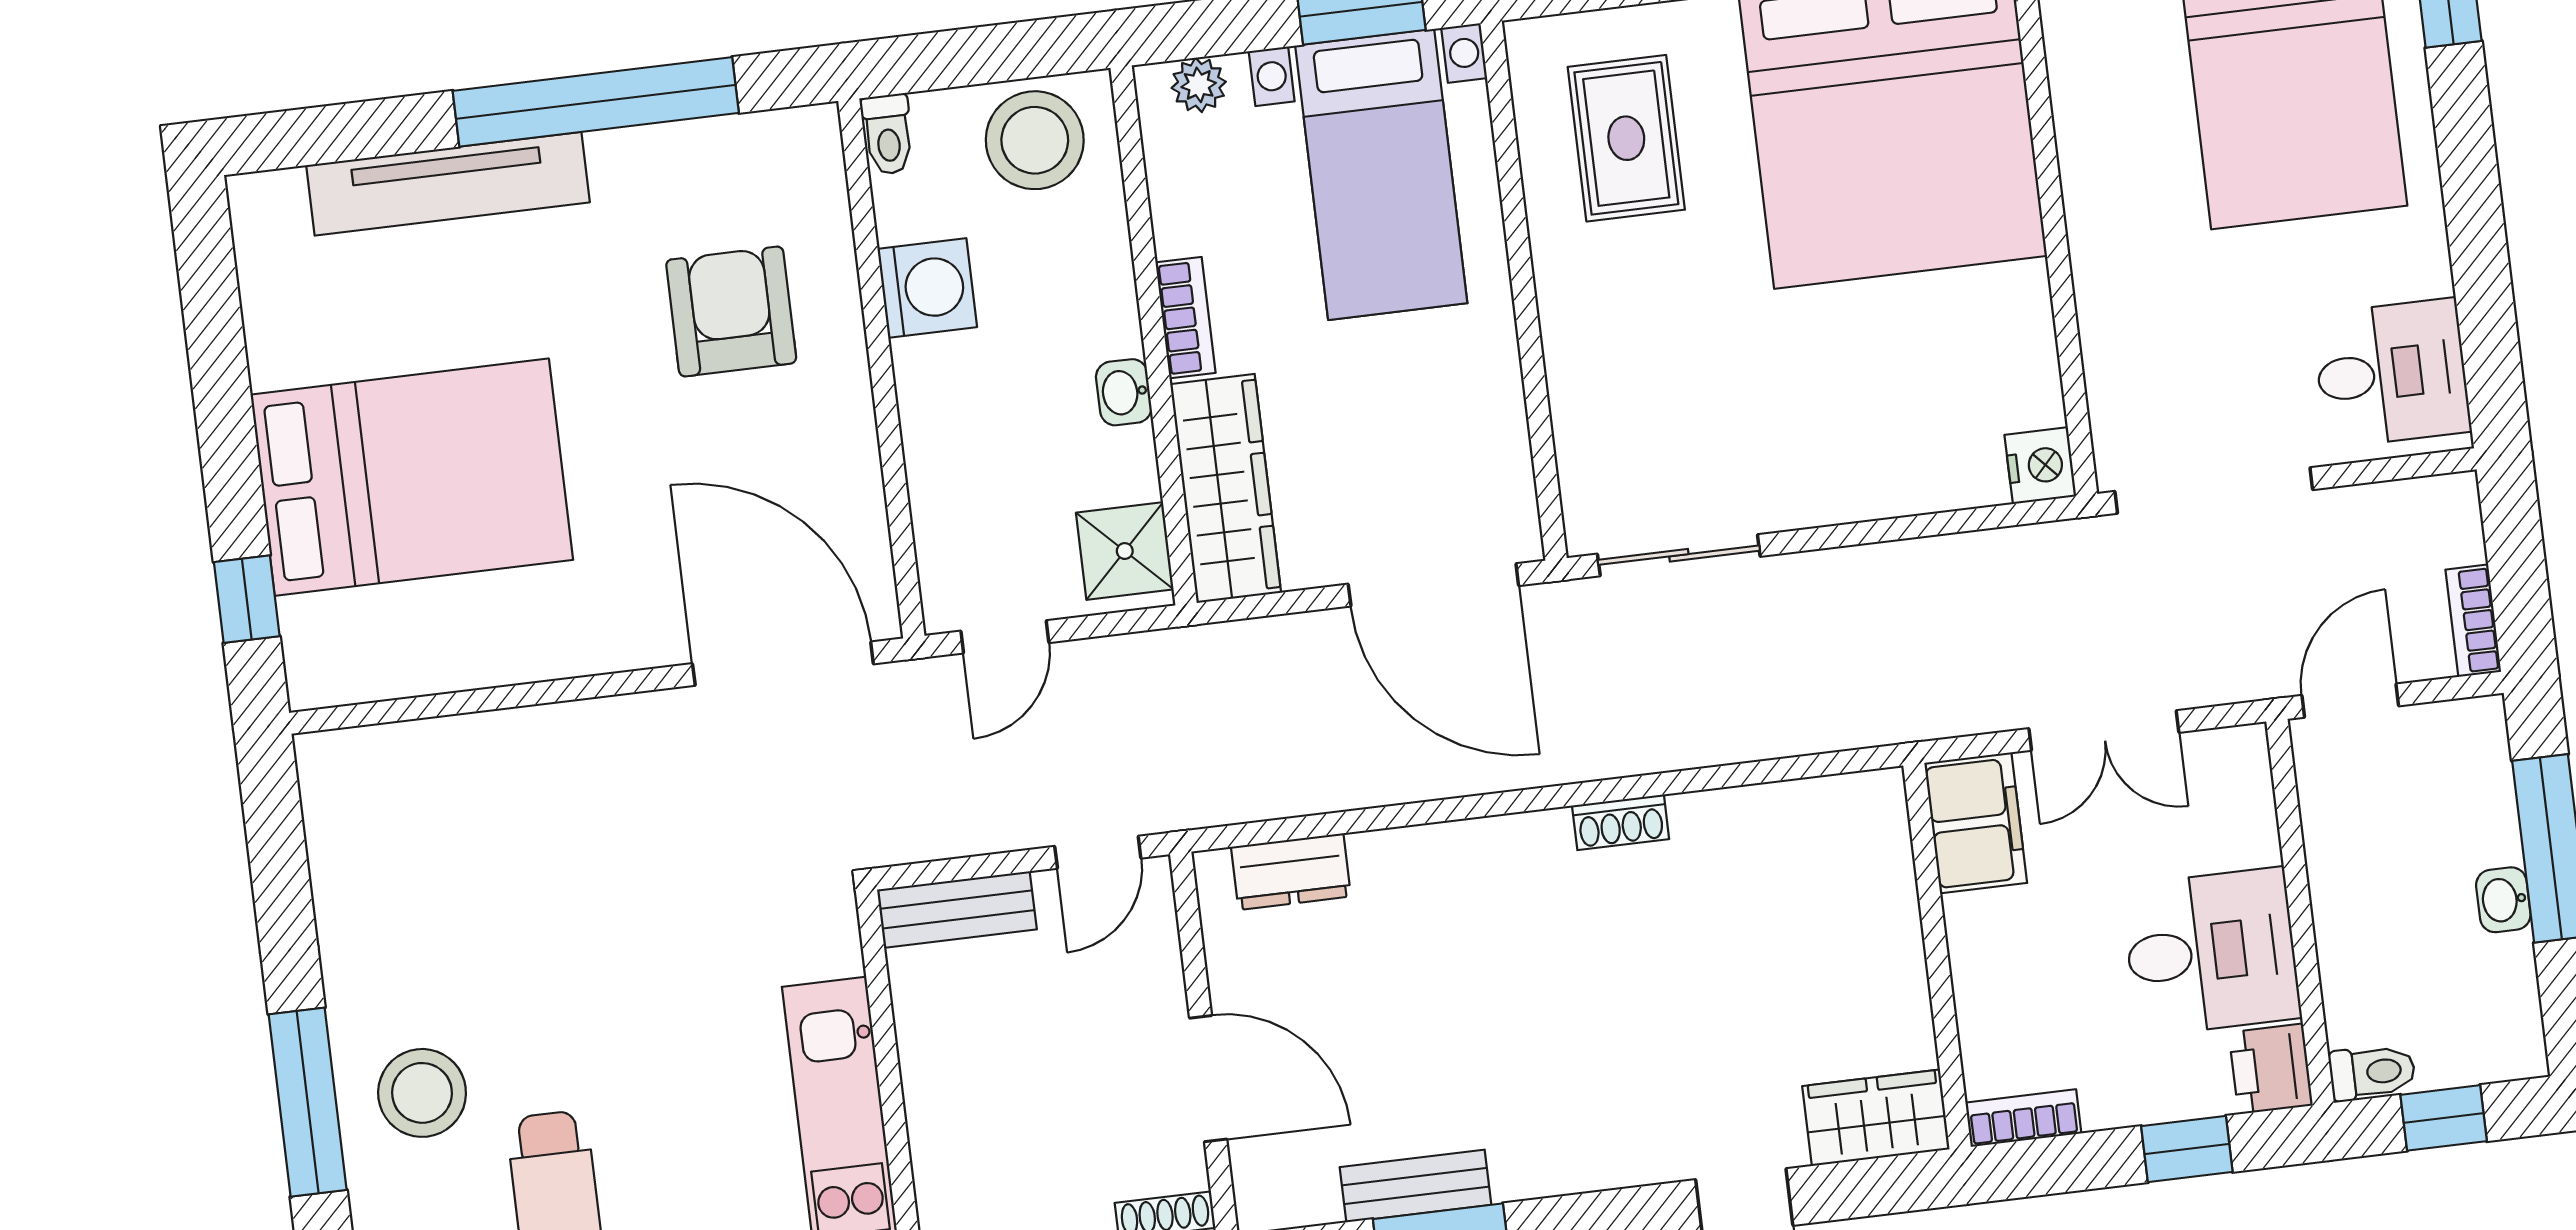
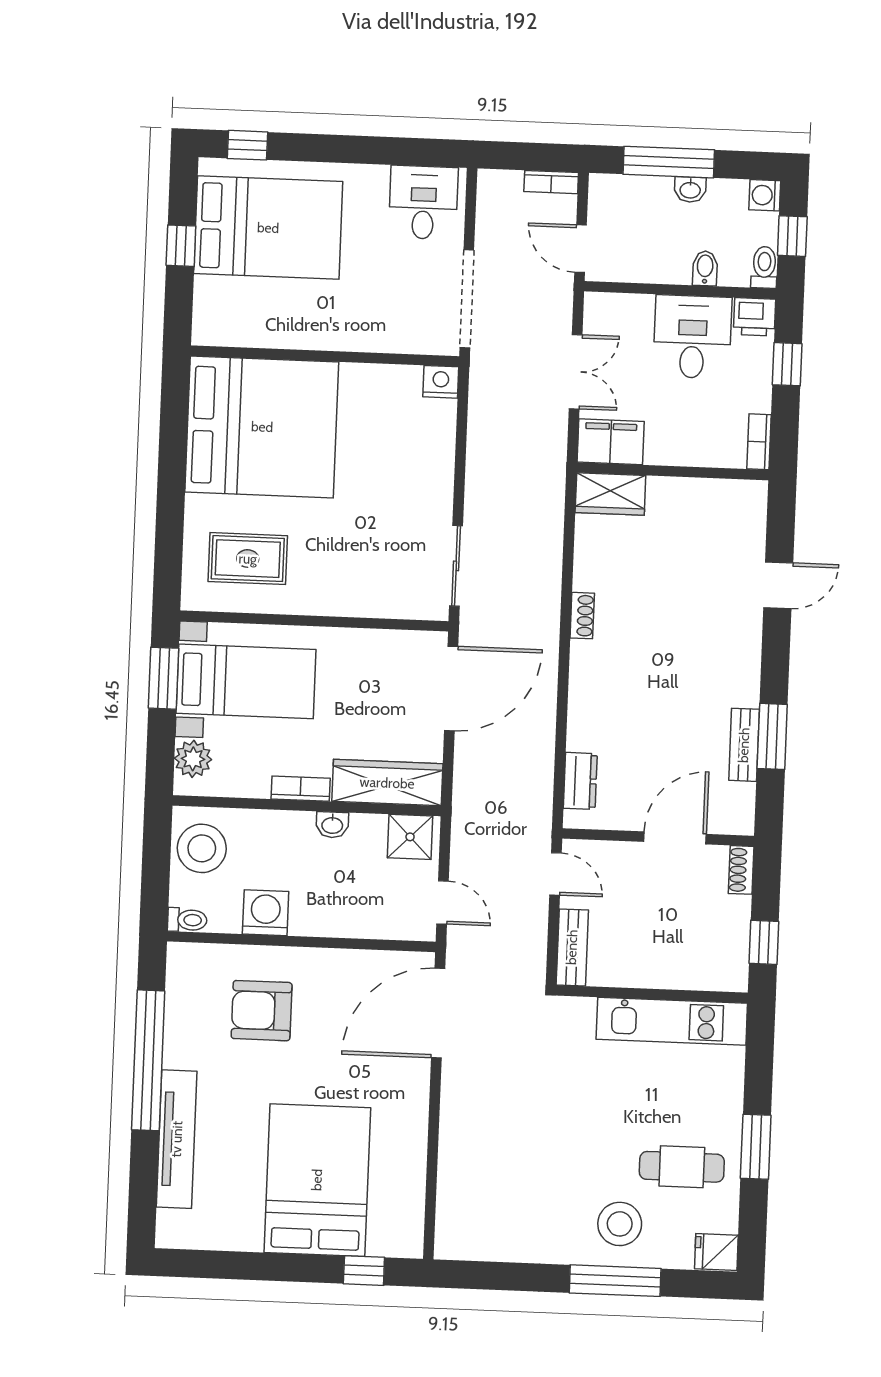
plant: (1199, 85) -> (193, 759), width x1.38, depth x1.38
bidet: (2351, 955) -> (705, 268), added
washing machine: (2516, 1050) -> (765, 195), added
wardrobe: (1876, 1118) -> (610, 494), moved, turned -90

